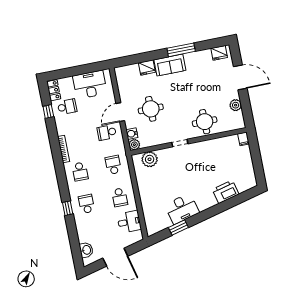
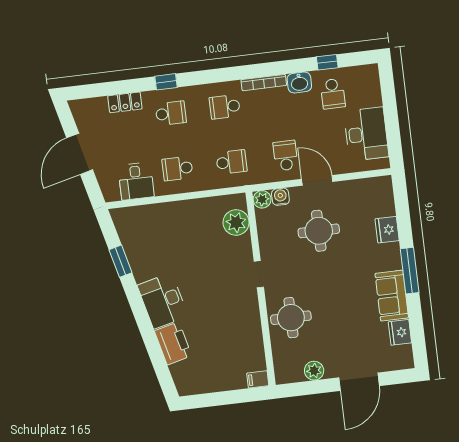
window: (181, 50) -> (410, 271), moved
fridge: (219, 53) -> (400, 332), moved
sofa: (170, 65) -> (392, 296), moved
locker: (54, 90) -> (125, 102), moved
desk: (182, 209) -> (163, 301), moved
washbasin: (86, 250) -> (299, 82), moved

